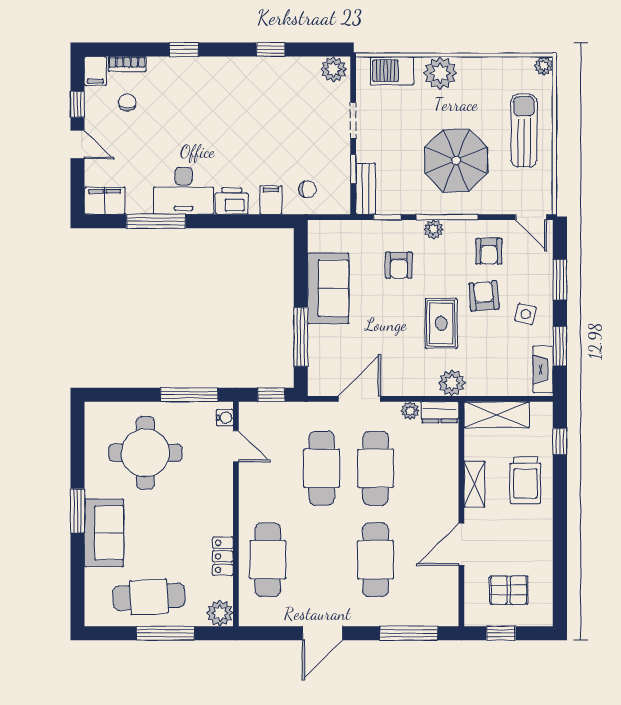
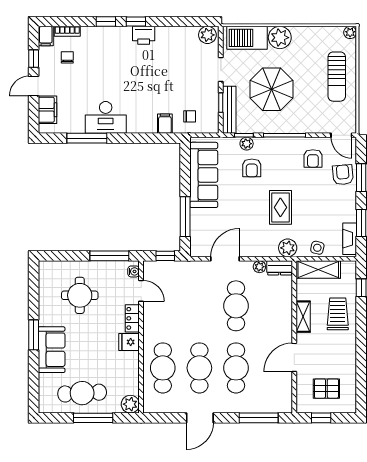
window: (271, 50) -> (136, 22), moved
barbecue: (392, 71) -> (247, 38), width x1.37, depth x1.21
sun lounger: (524, 131) -> (337, 77), turned 180
door: (78, 144) -> (34, 86), swing flipped
parasol: (456, 160) -> (272, 89), moved
bench: (366, 189) -> (229, 110), width x1.36
filing cabinet: (105, 201) -> (47, 110), moved, turned 90
printer: (232, 201) -> (144, 35), moved, turned 180
plant: (433, 229) -> (247, 144), moved
sofa: (328, 288) -> (204, 175), width x1.36
armchair: (484, 296) -> (343, 175), moved
side table: (526, 314) -> (317, 248), moved
round table: (145, 453) -> (80, 295), width x0.73, depth x0.73
cafe table: (322, 468) -> (199, 368), moved
trolley: (525, 480) -> (338, 314), turned 180
fridge: (218, 521) -> (129, 342), added
locker: (223, 556) -> (132, 318), moved

